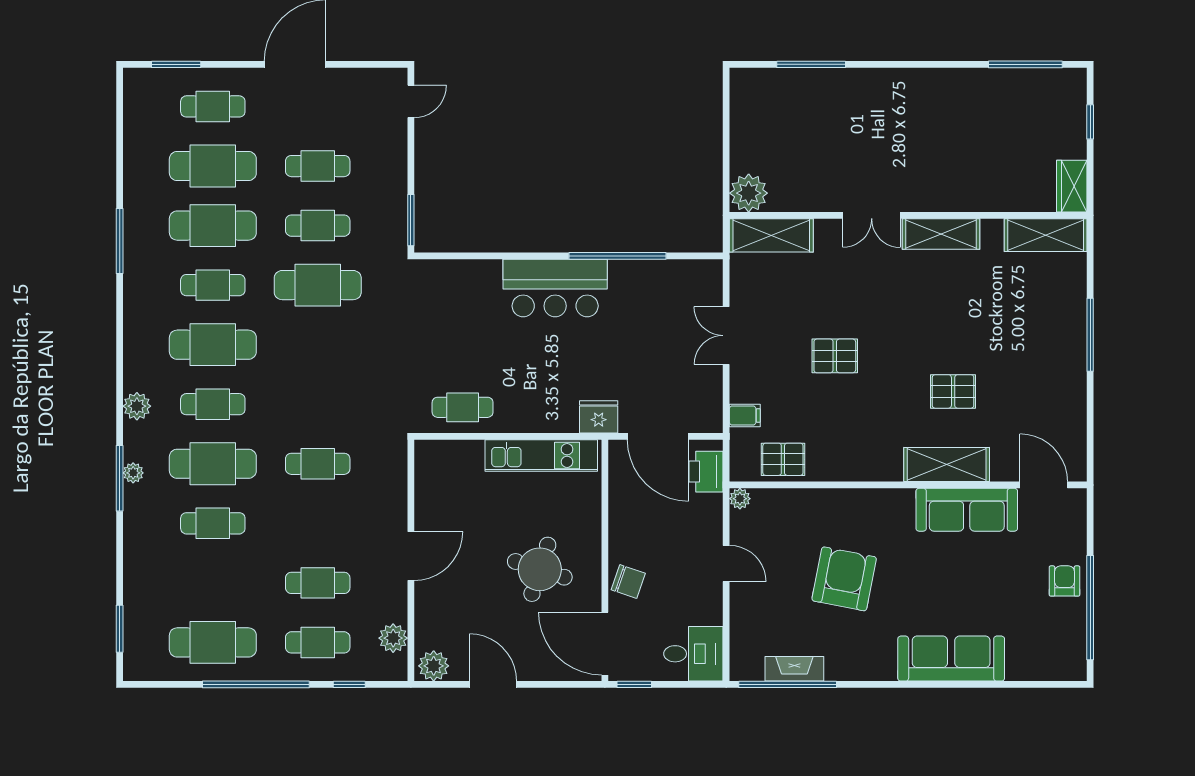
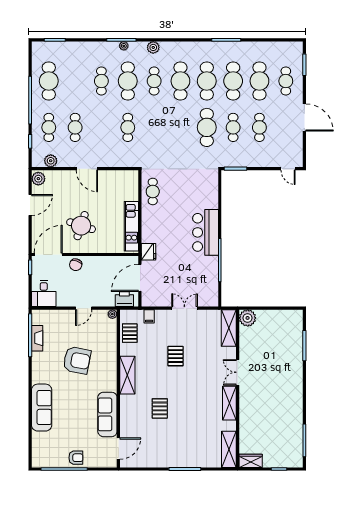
cafe table: (213, 285) -> (207, 81), width x1.37, depth x1.35
shelving: (947, 465) -> (127, 375), moved

